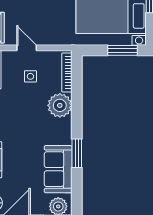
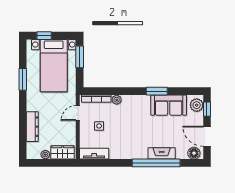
door: (27, 48) -> (78, 113), moved
plant: (60, 105) -> (117, 100), width x0.53, depth x0.53

